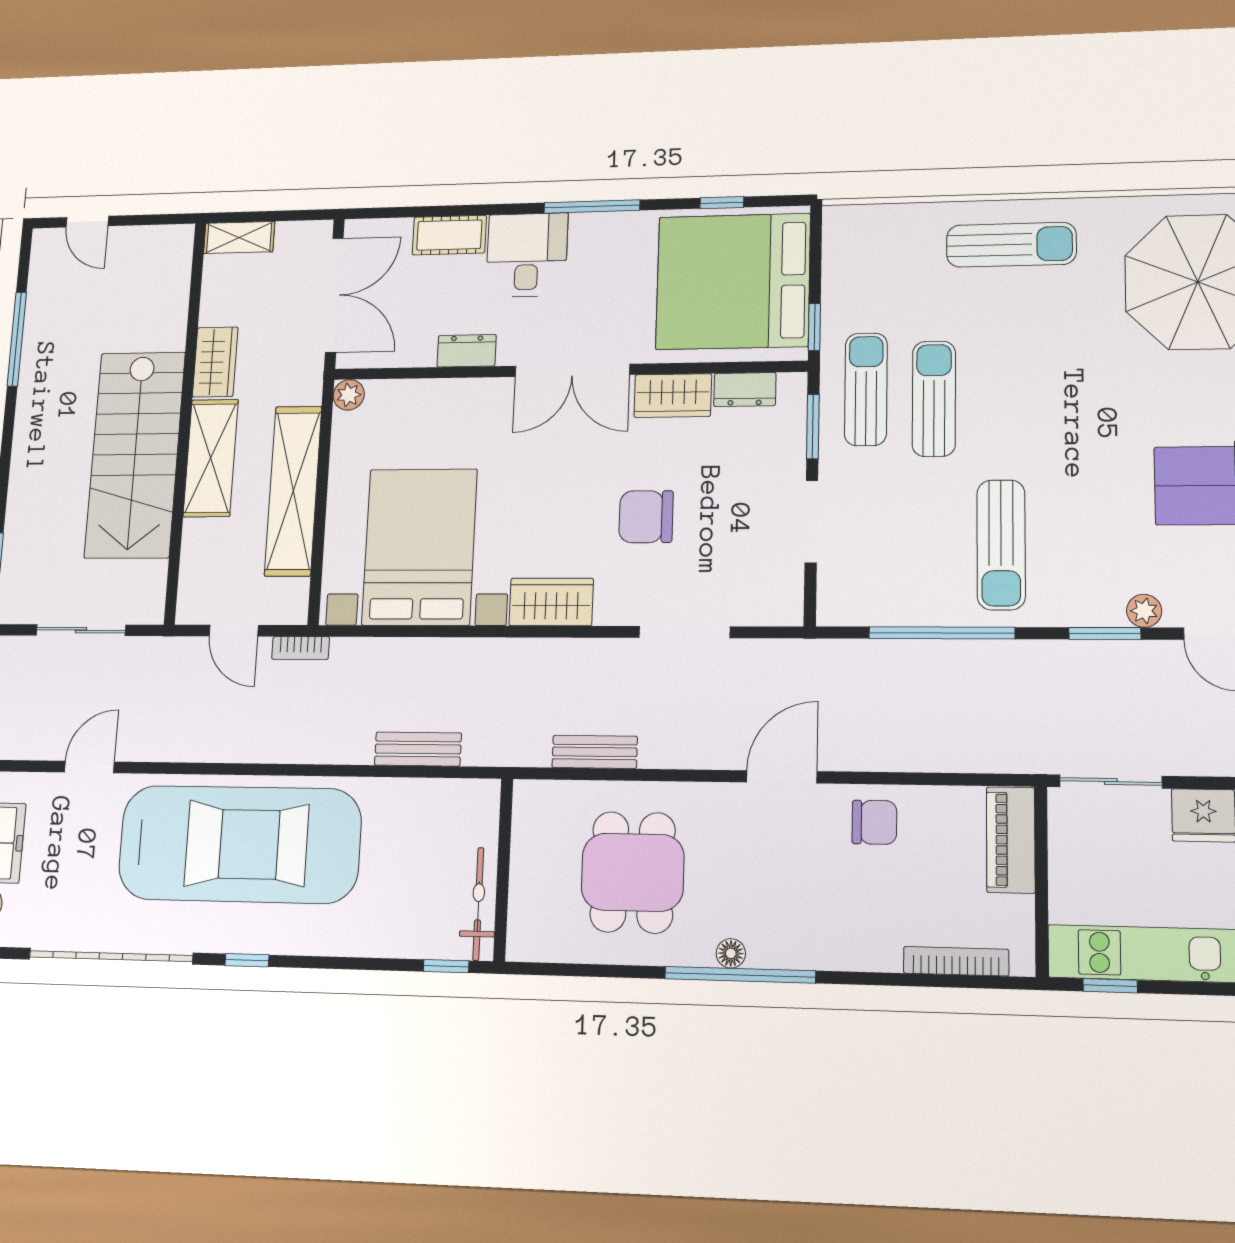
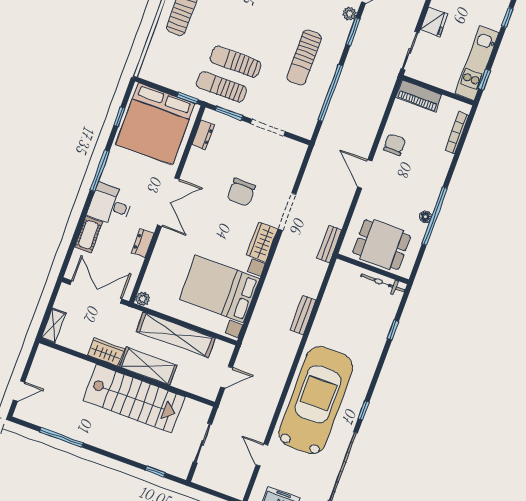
wardrobe: (673, 396) -> (195, 165), removed
sun lounger: (1001, 545) -> (304, 58), turned 90
doorway: (684, 632) -> (287, 212), moved
bookcase: (301, 648) -> (244, 351), removed
wall: (503, 869) -> (373, 269), moved
bicycle: (478, 904) -> (383, 283), moved

